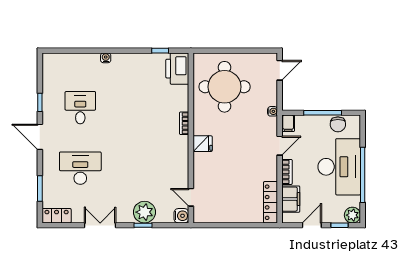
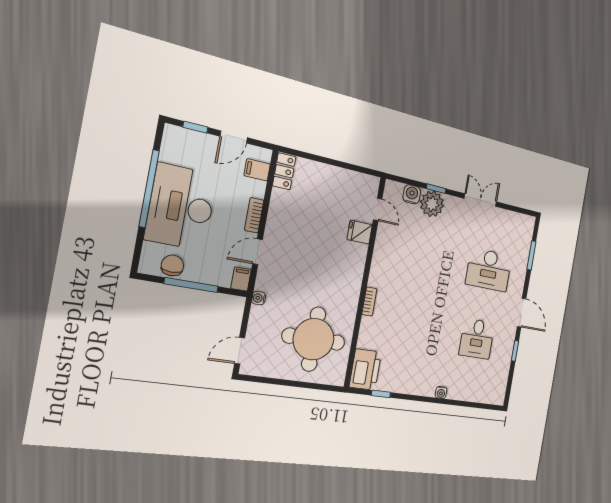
fridge: (203, 144) -> (360, 232), moved
filing cabinet: (291, 199) -> (257, 170), width x0.50
locker: (271, 202) -> (284, 171), width x0.66
plant: (352, 215) -> (174, 136), removed
locker: (57, 216) -> (521, 222), removed
water cooler: (181, 216) -> (412, 194), moved, turned 90
double door: (100, 225) -> (480, 200), swing flipped

